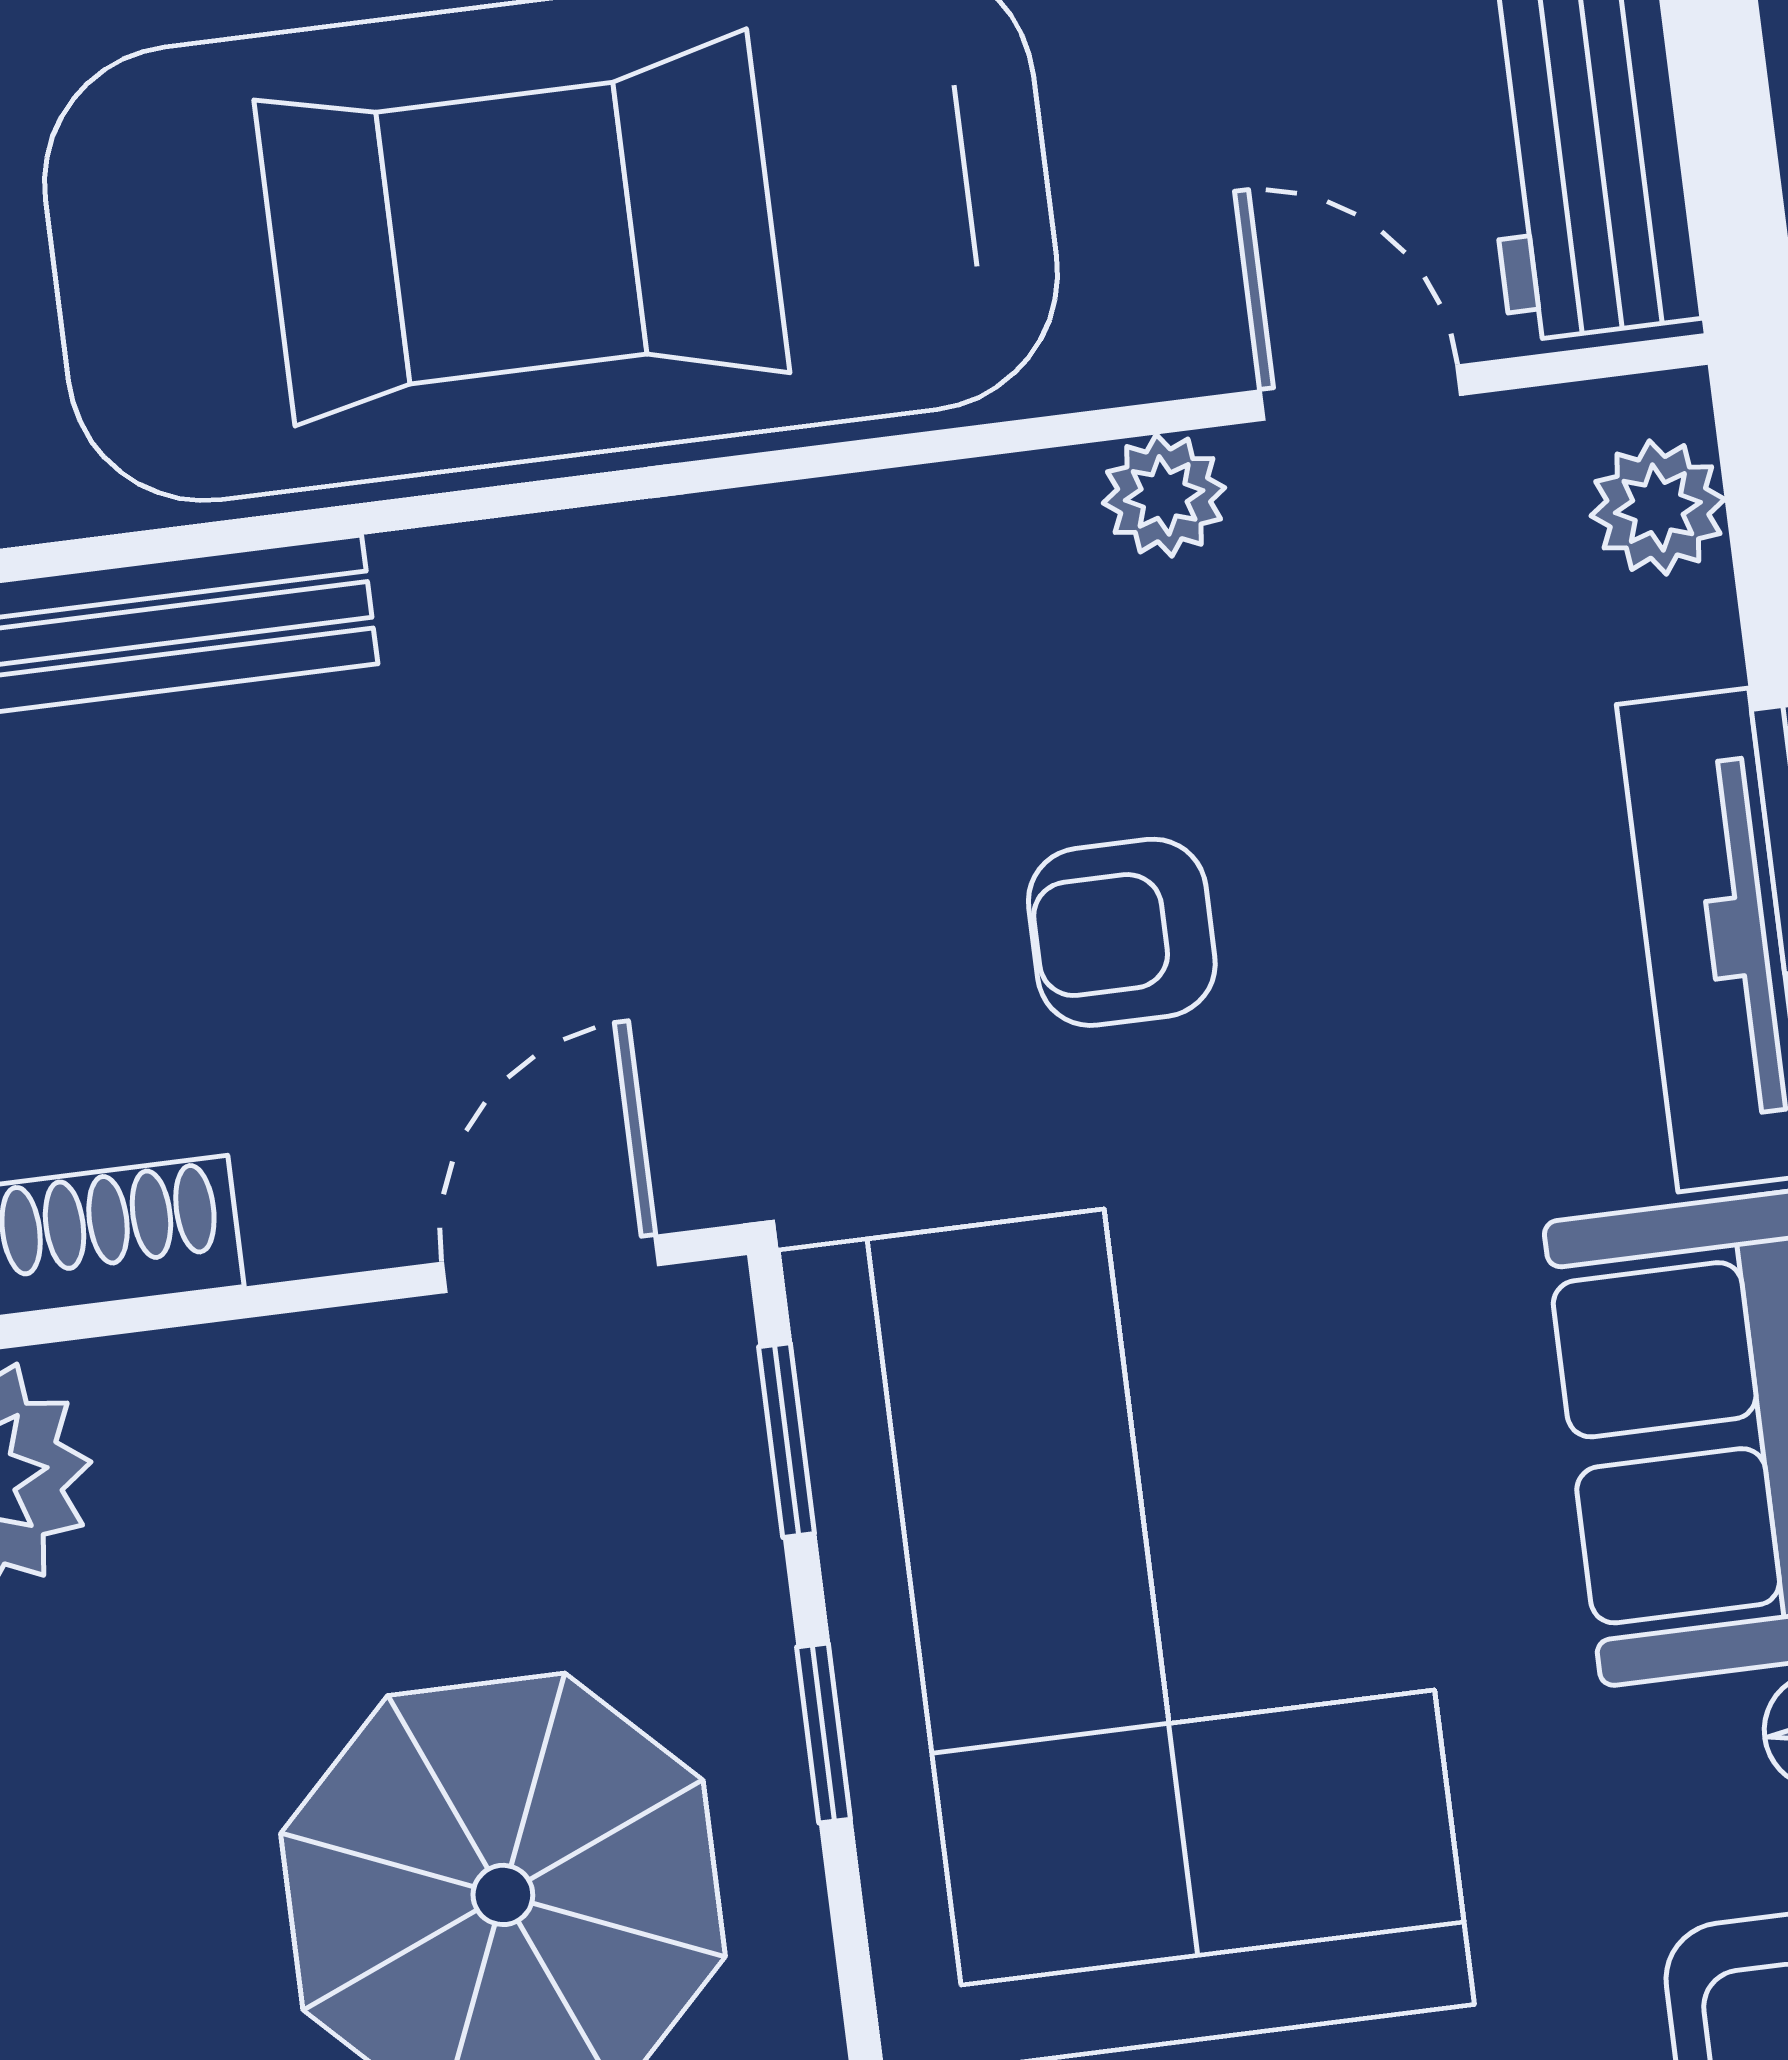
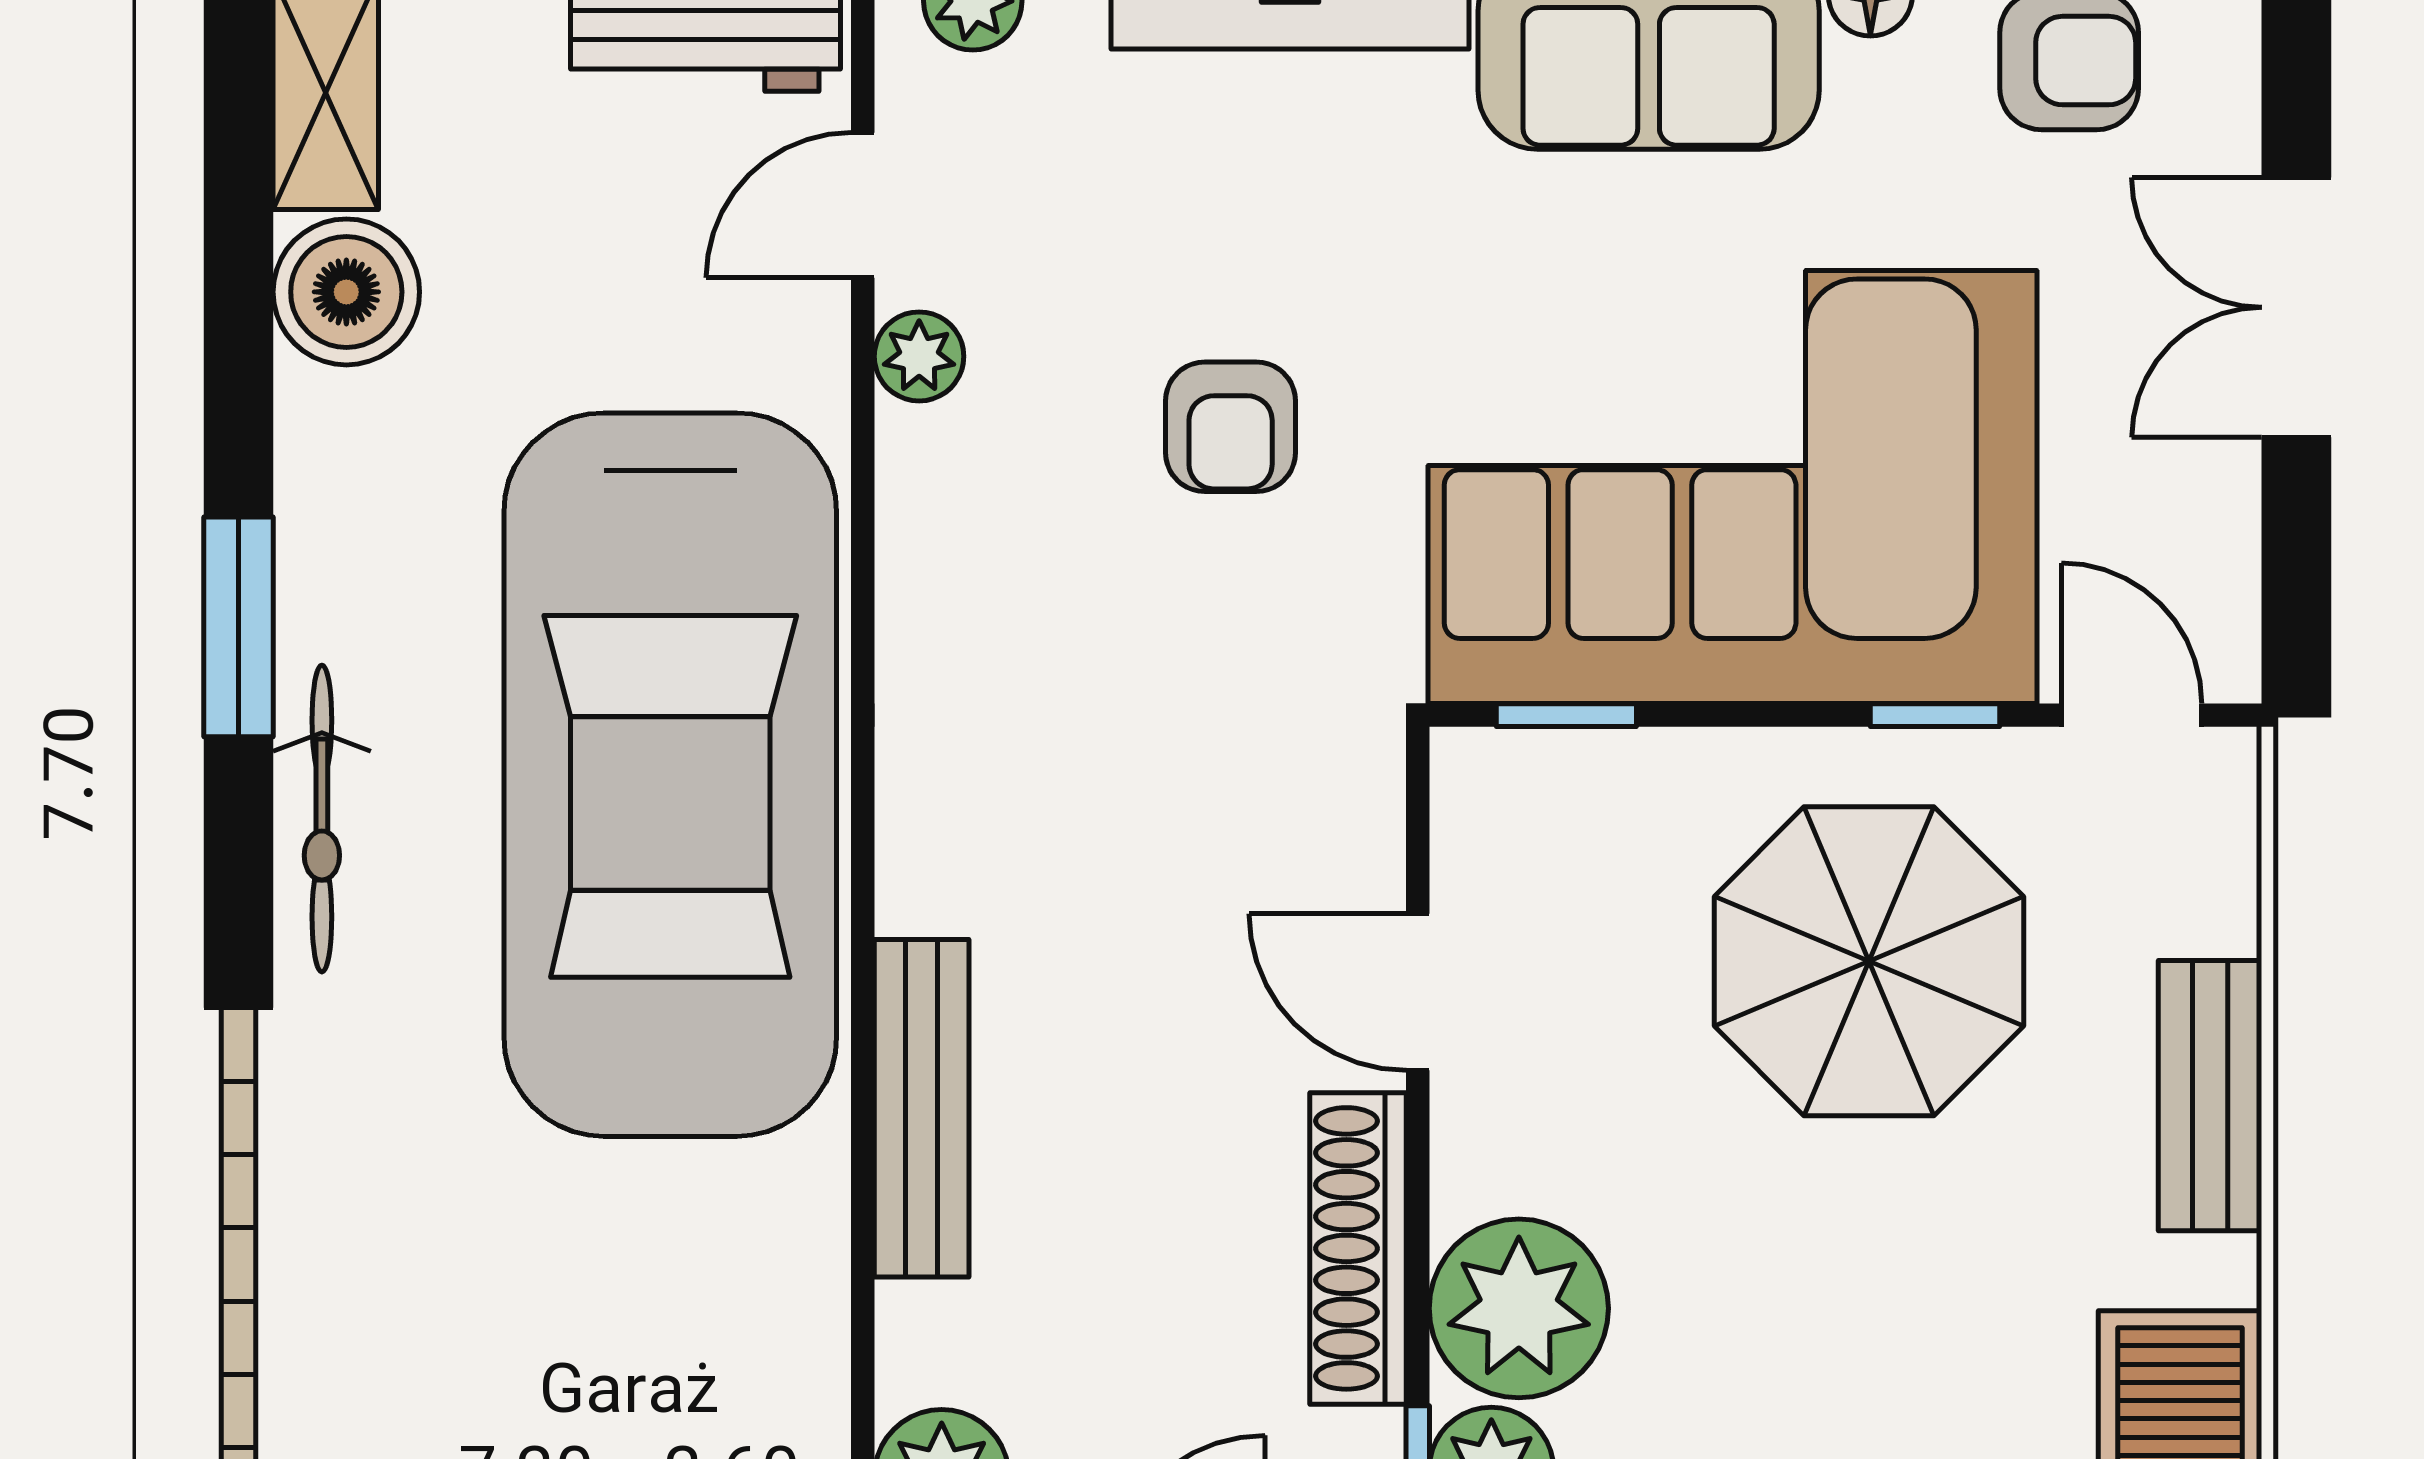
door: (551, 1264) -> (1418, 992), moved
window: (824, 1733) -> (1935, 715), moved

